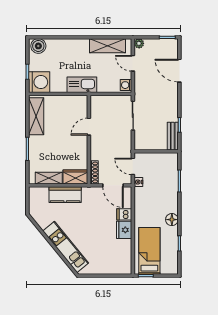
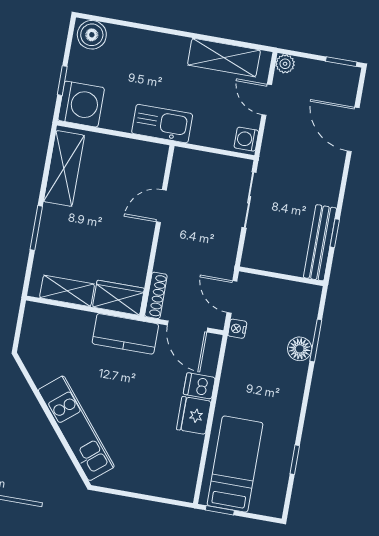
bench: (173, 136) -> (320, 243), width x1.36
kitchen counter: (65, 195) -> (125, 334), moved
floor lamp: (172, 220) -> (300, 349), moved

